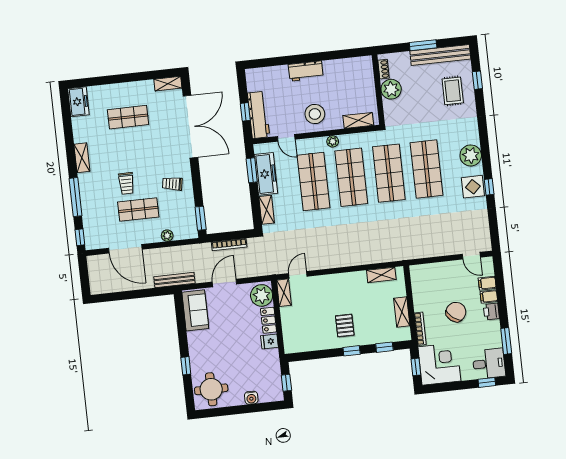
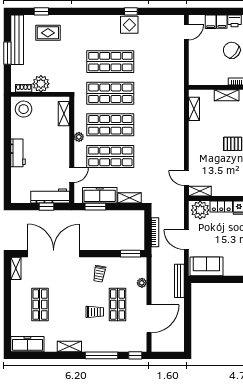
freezer: (78, 102) -> (27, 344), width x1.40
stool: (315, 114) -> (24, 109), moved
plant: (471, 155) -> (103, 24), removed

